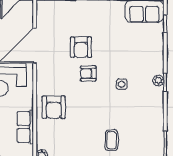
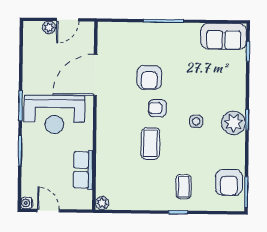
plant: (158, 80) -> (234, 123), width x1.88, depth x1.88
coffee table: (83, 104) -> (150, 143), added
armchair: (54, 107) -> (229, 182), moved

